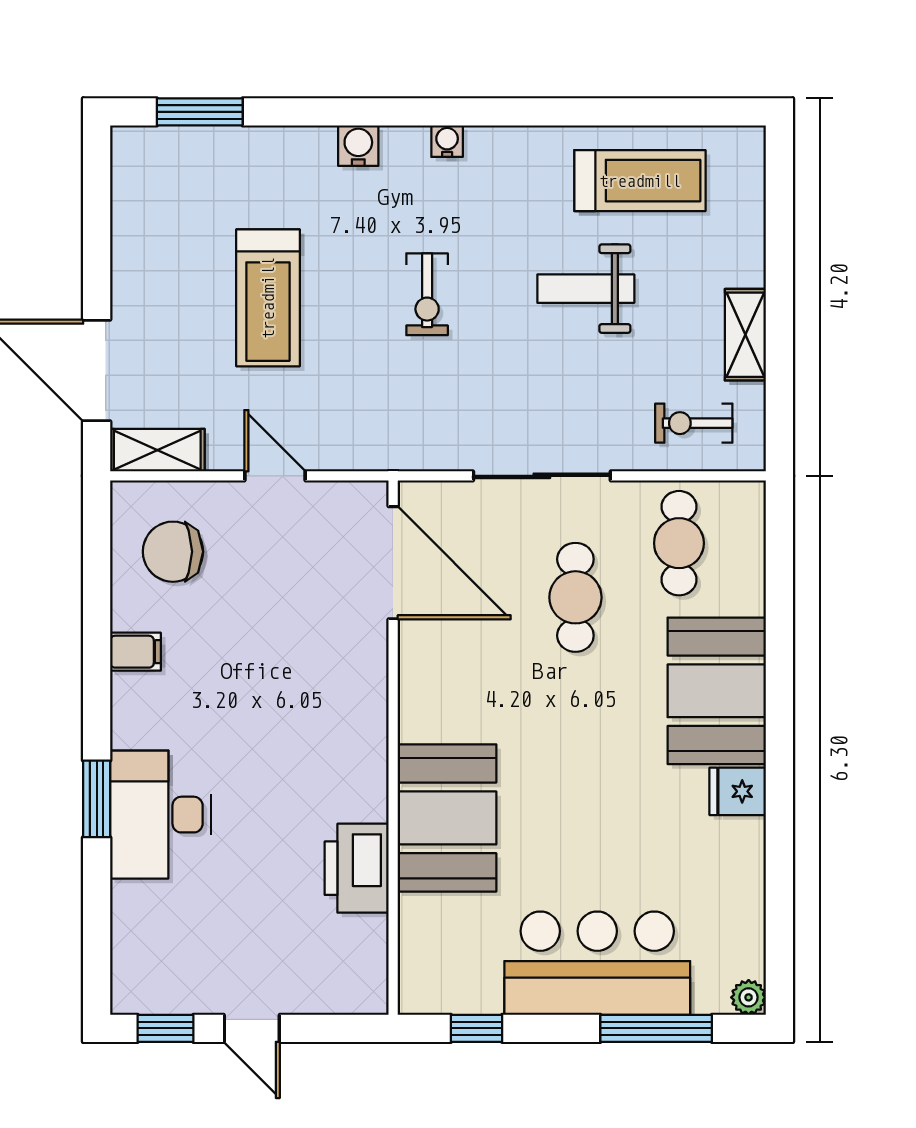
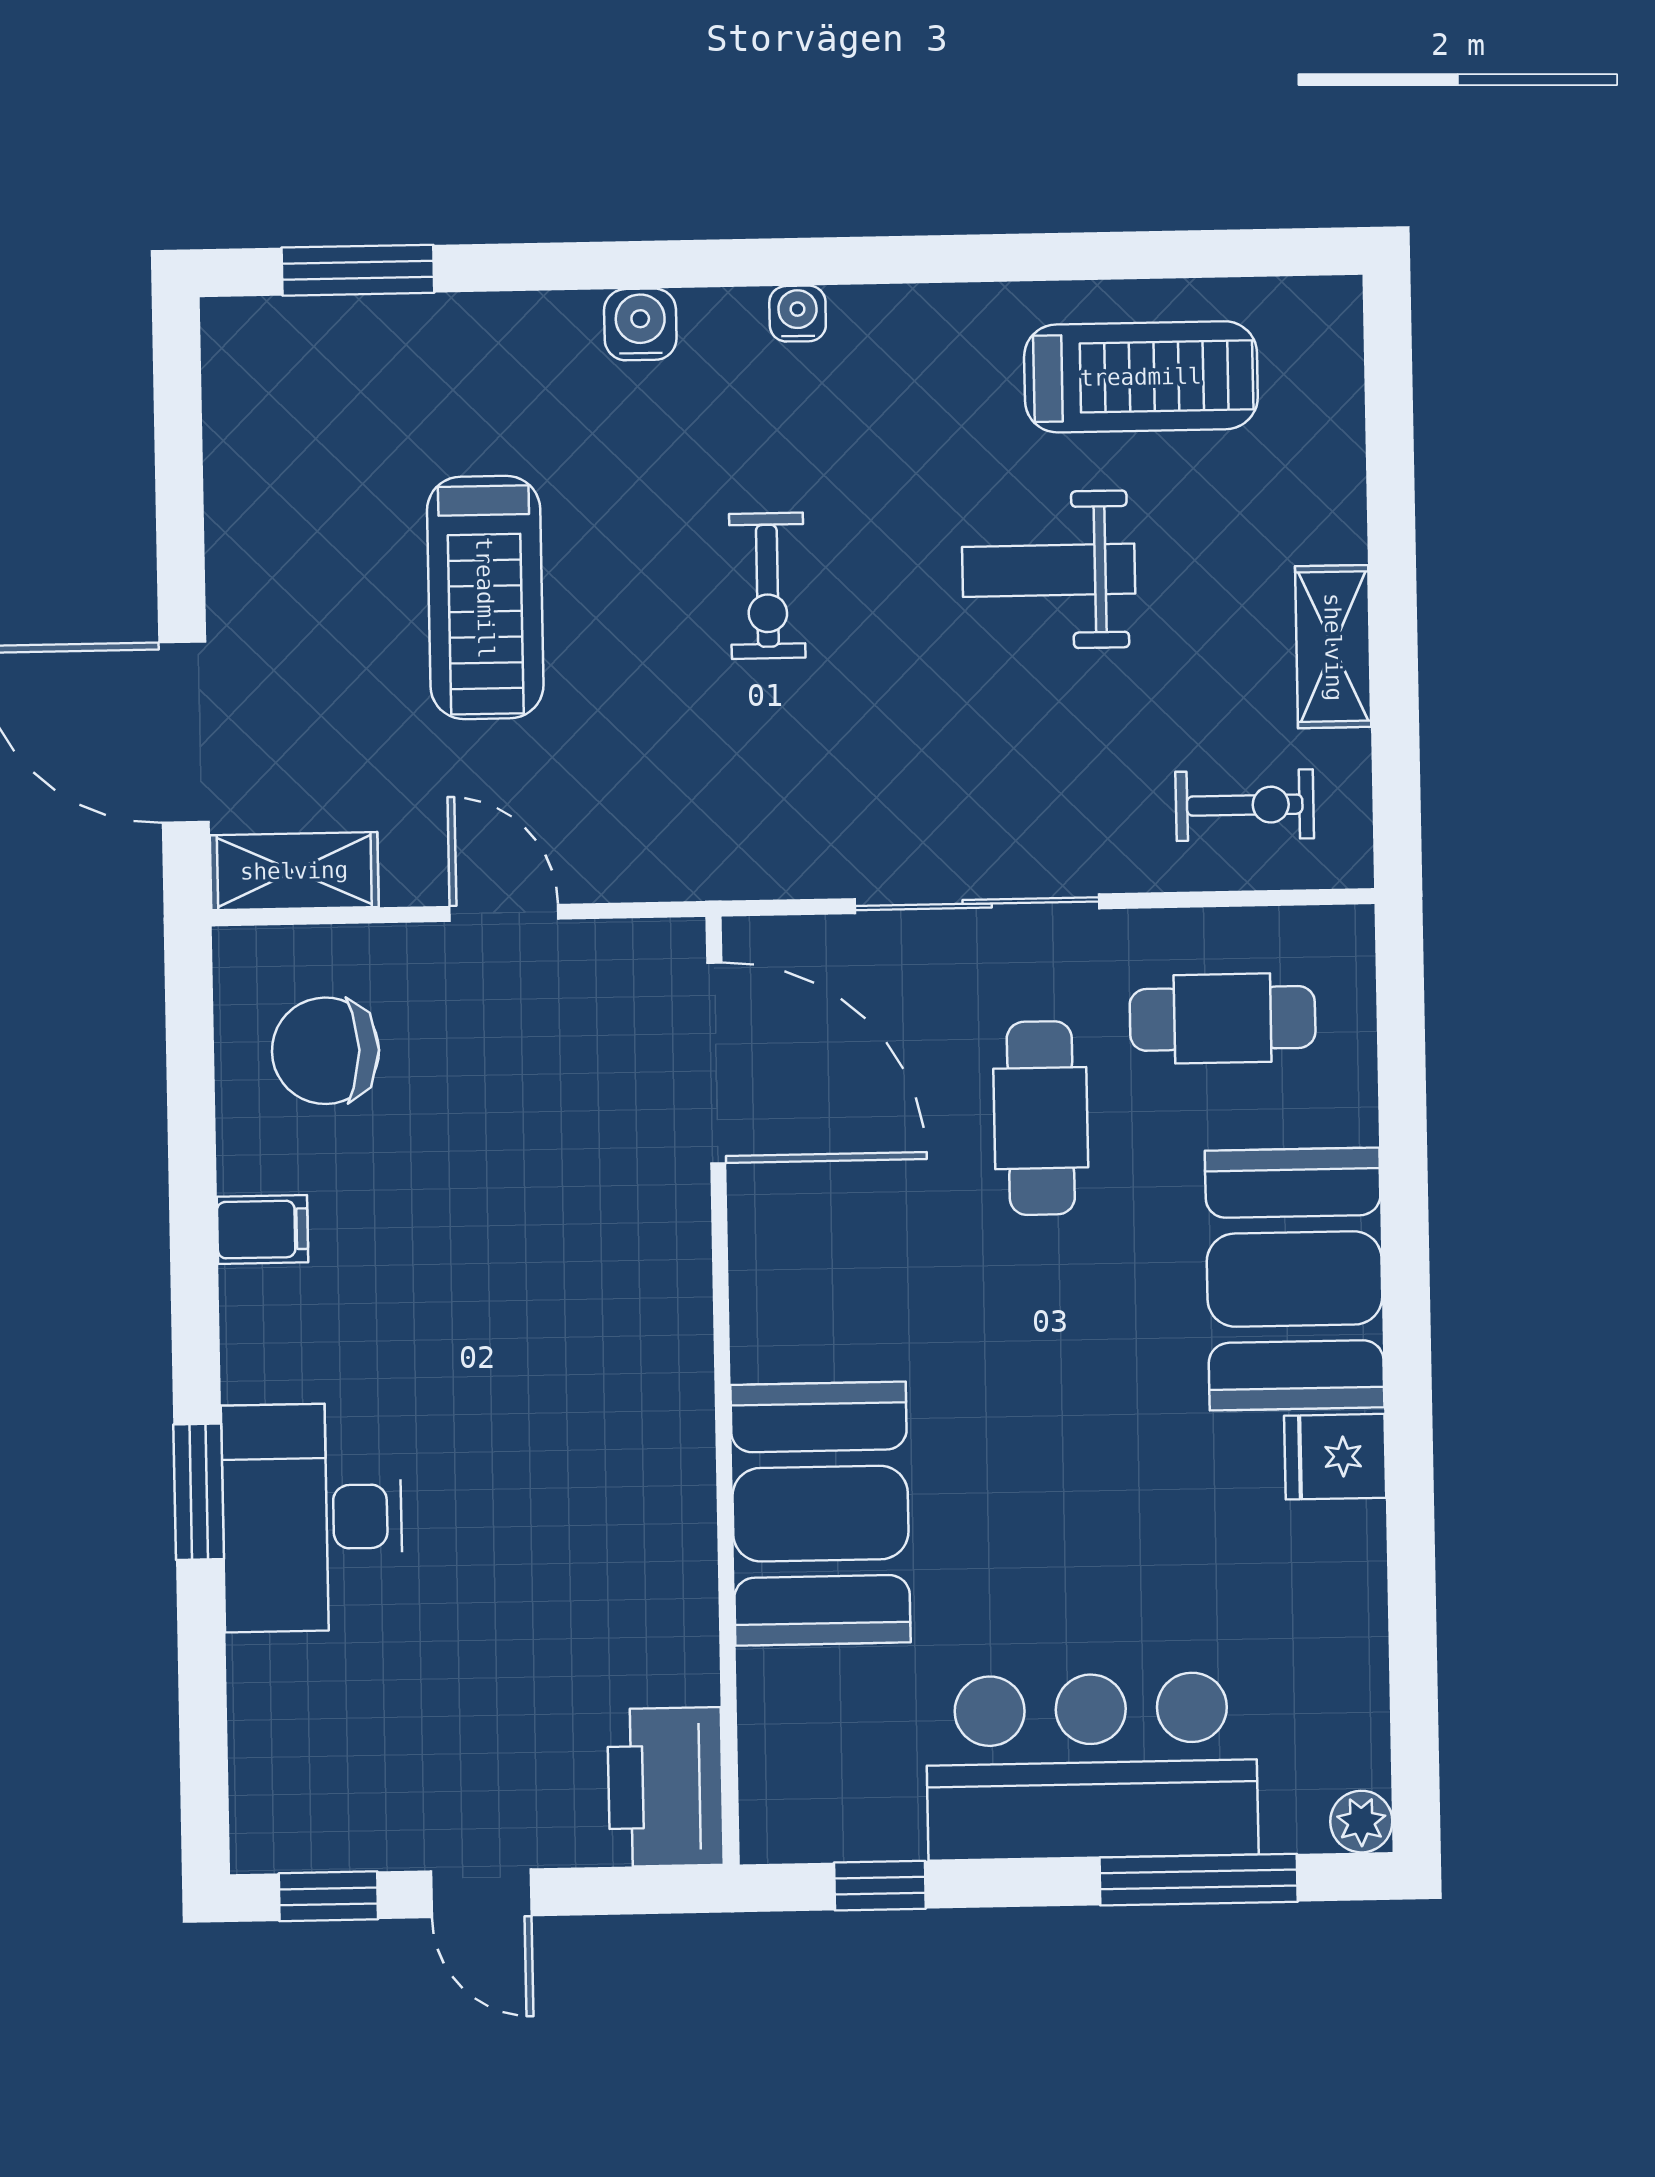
exercise bike: (694, 423) -> (1245, 805), turned 180
cafe table: (679, 543) -> (1223, 1018), turned 90
printer: (357, 868) -> (665, 1787), moved

